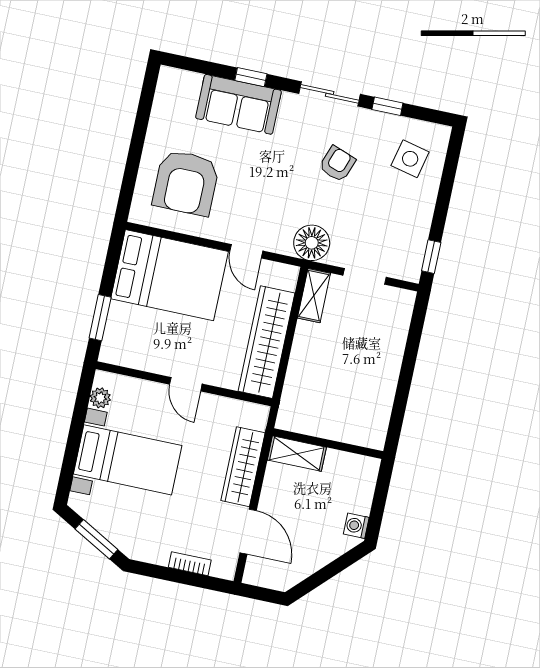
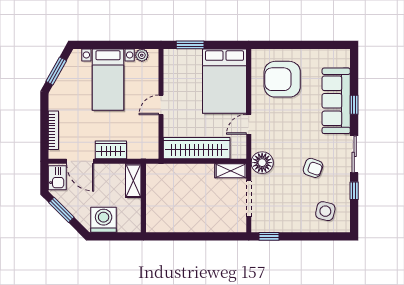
sofa: (238, 104) -> (336, 101), width x1.36
doorway: (365, 276) -> (249, 199), width x1.38
wardrobe: (243, 467) -> (111, 150), width x0.67
washing machine: (356, 526) -> (104, 220), width x1.89, depth x1.89
door: (248, 532) -> (80, 161), hinge flipped
bookcase: (190, 564) -> (53, 130), width x1.56
kitchen sink: (267, 574) -> (57, 178), added
window: (319, 578) -> (61, 210), added

